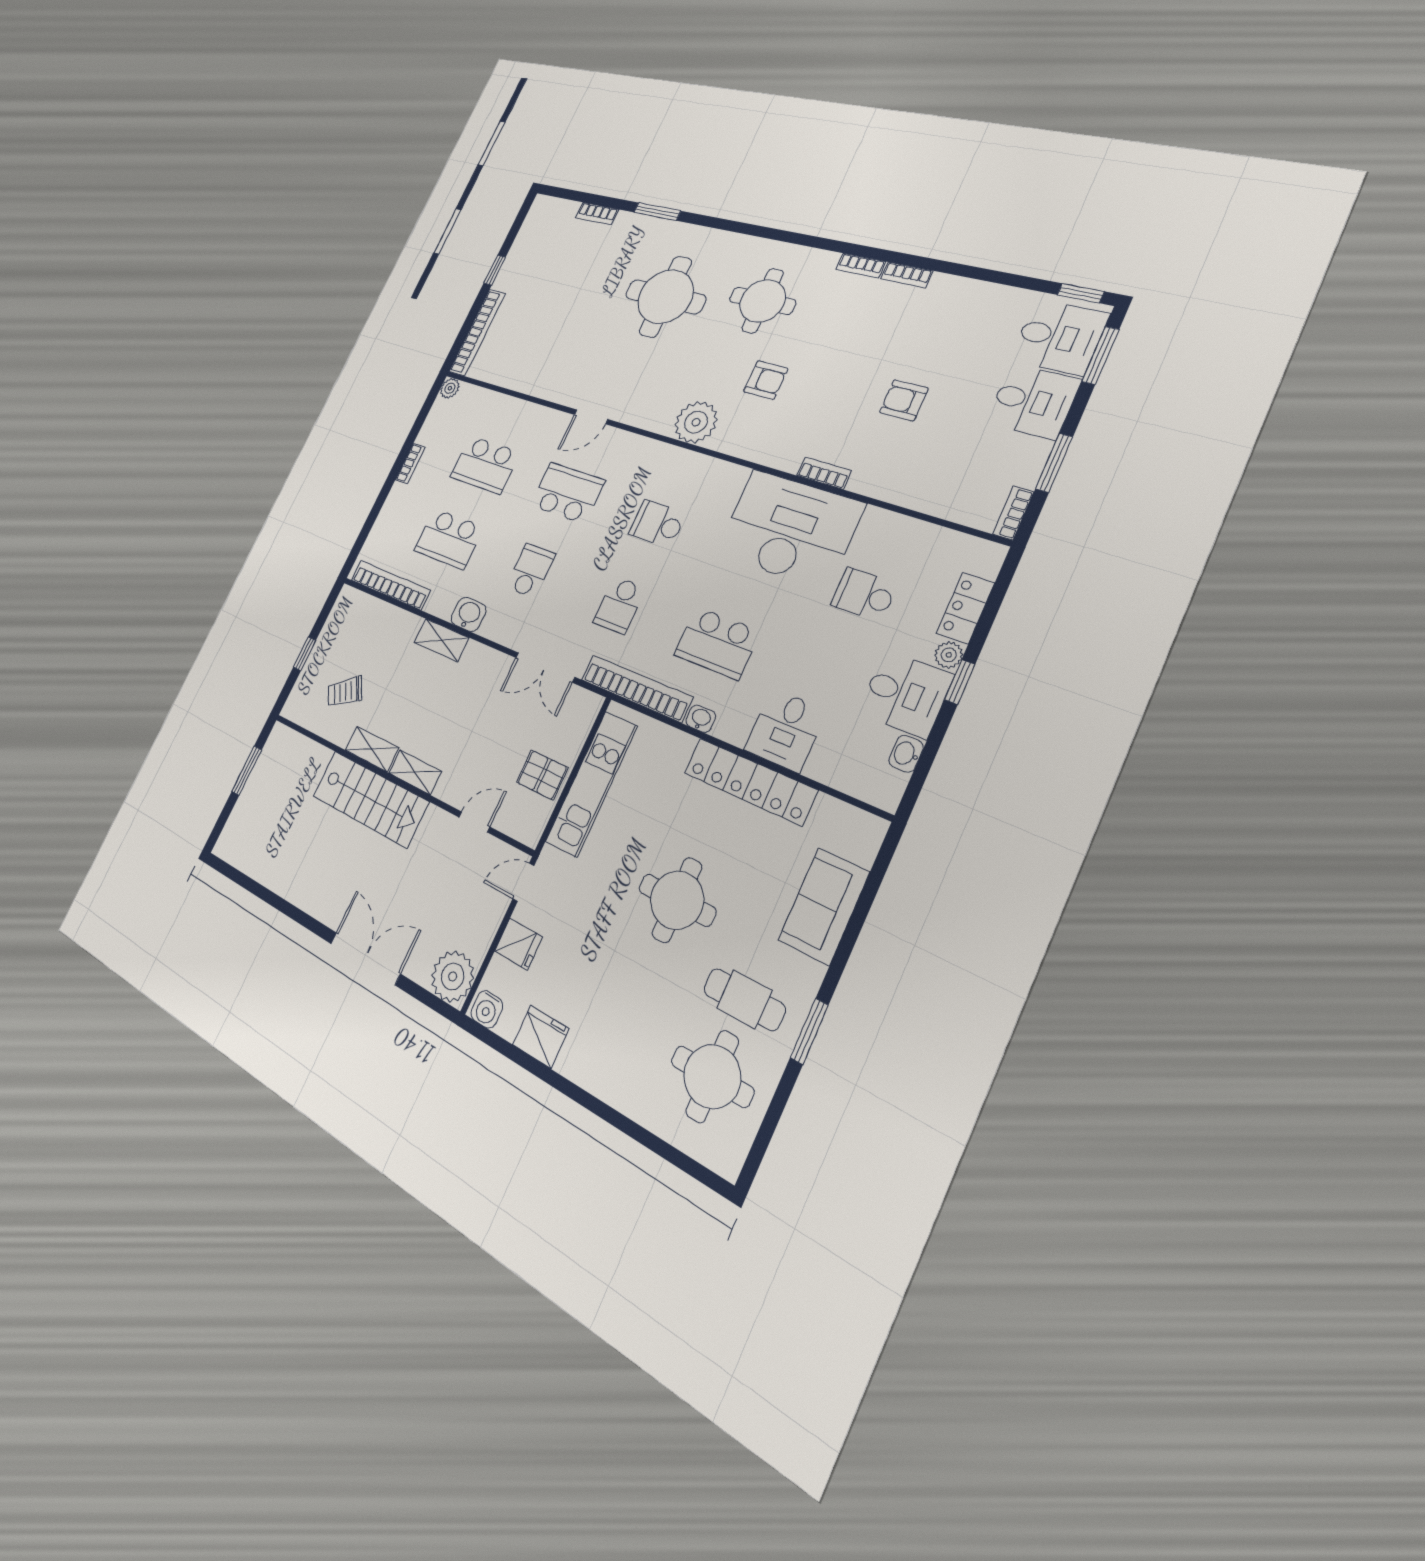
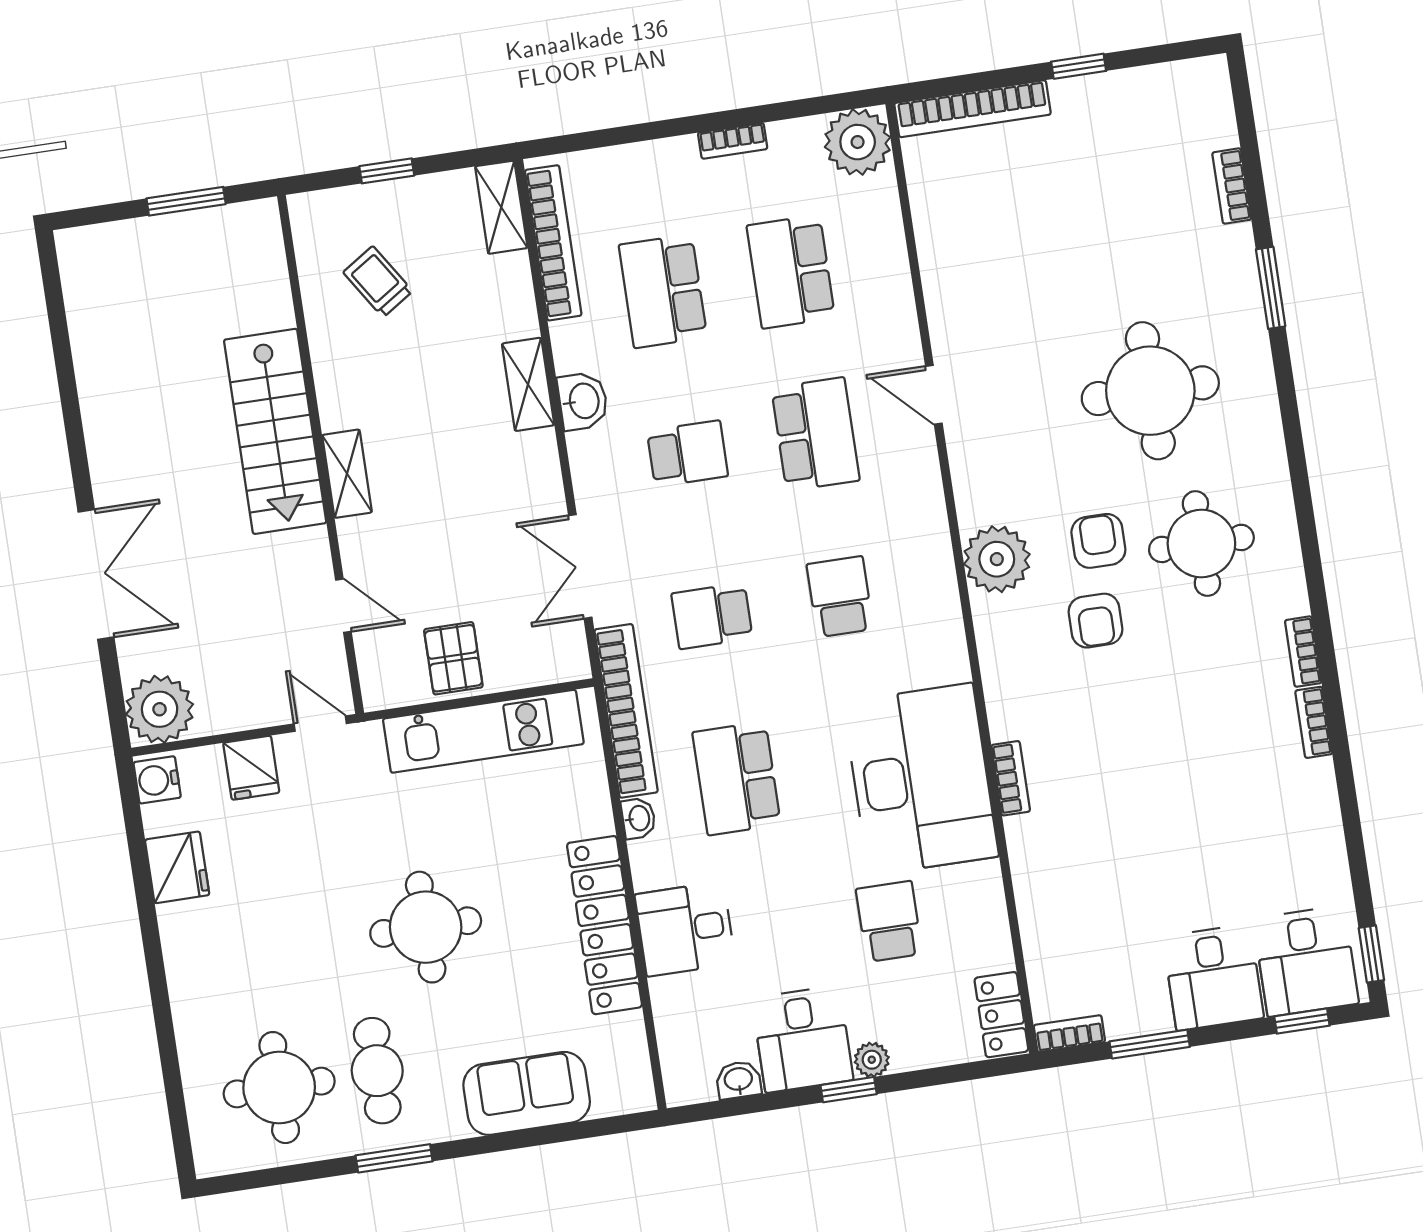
window: (1100, 355) -> (1302, 1021), width x0.67
plant: (450, 388) -> (858, 142), width x1.88, depth x1.88
armchair: (904, 400) -> (1098, 541), moved
locker: (965, 608) -> (1001, 1015), moved, turned -90
shelving: (372, 749) -> (501, 207), moved

